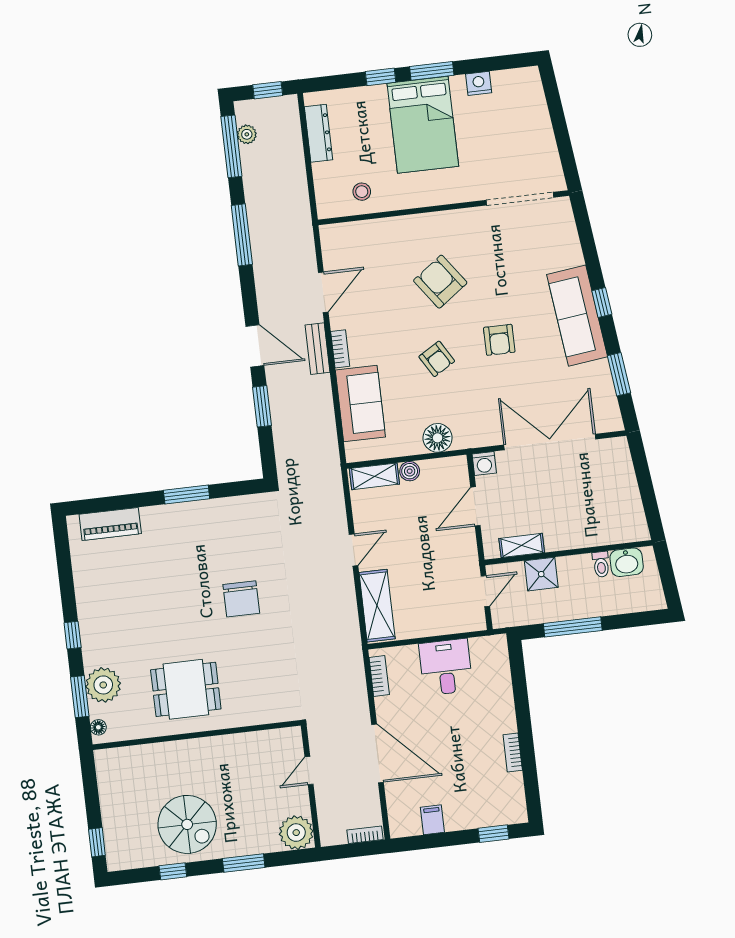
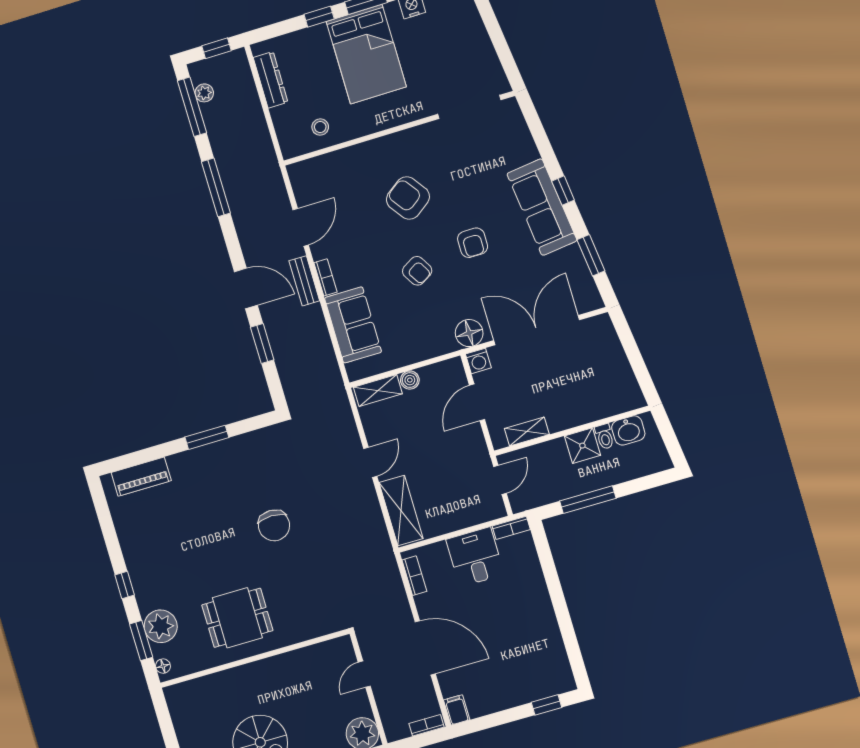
floor lamp: (438, 438) -> (469, 333), moved
shower: (541, 574) -> (582, 446), moved
bookcase: (513, 752) -> (511, 528), moved, turned -90
filing cabinet: (432, 820) -> (457, 710), moved

